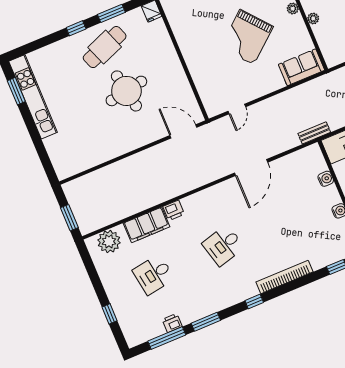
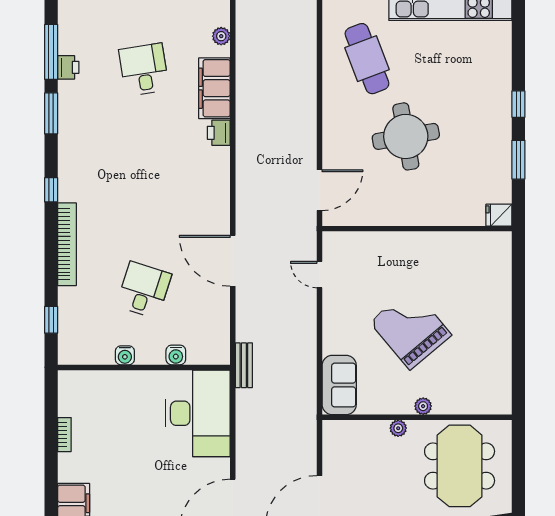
cafe table: (105, 47) -> (367, 59), moved
plant: (109, 241) -> (221, 36), width x0.53, depth x0.53
desk: (223, 245) -> (144, 290), moved, turned 33

